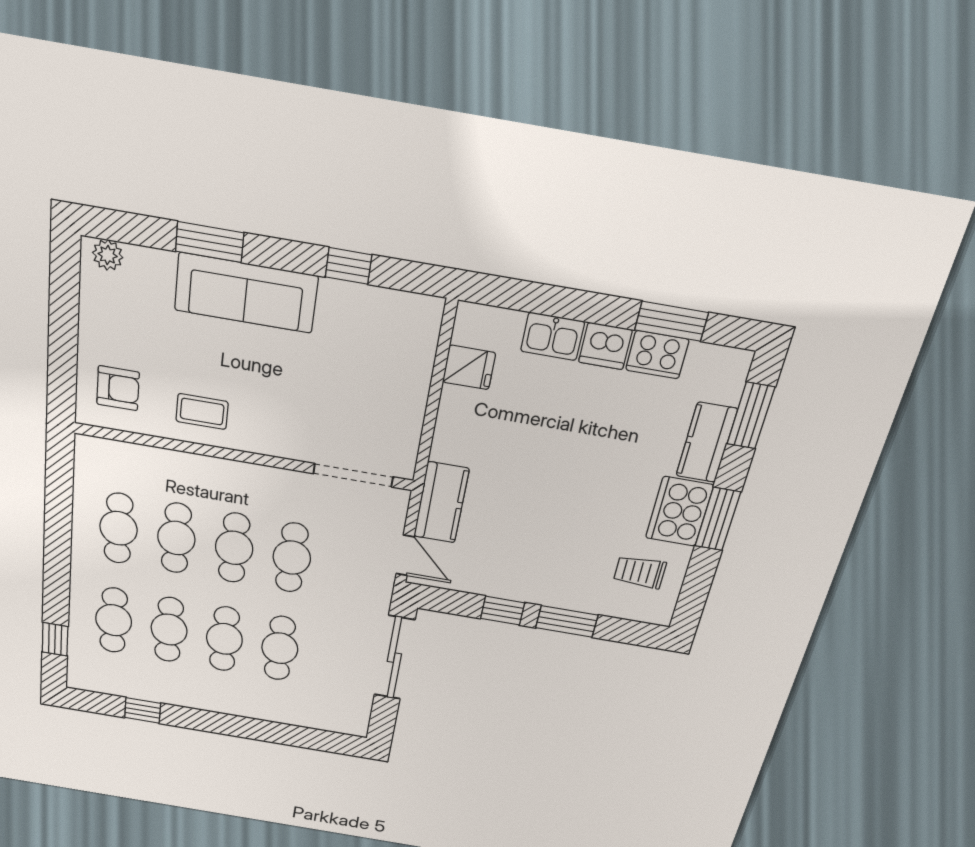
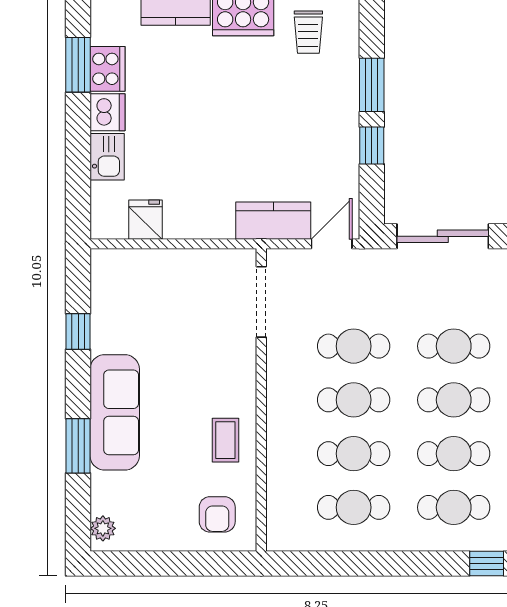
armchair: (118, 388) -> (217, 514), turned 180

